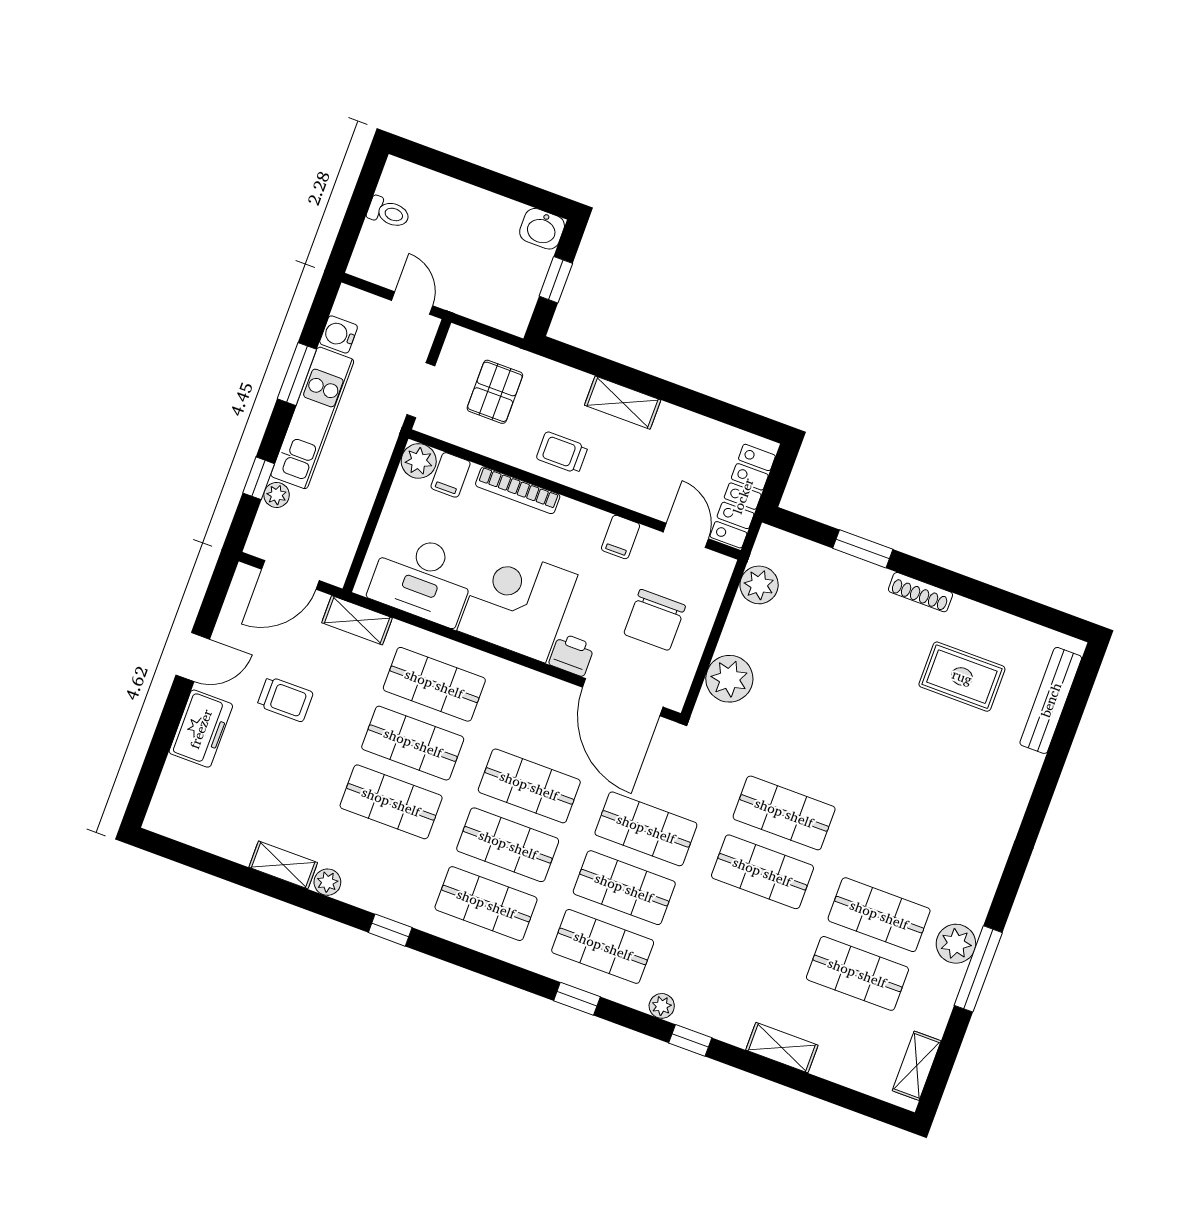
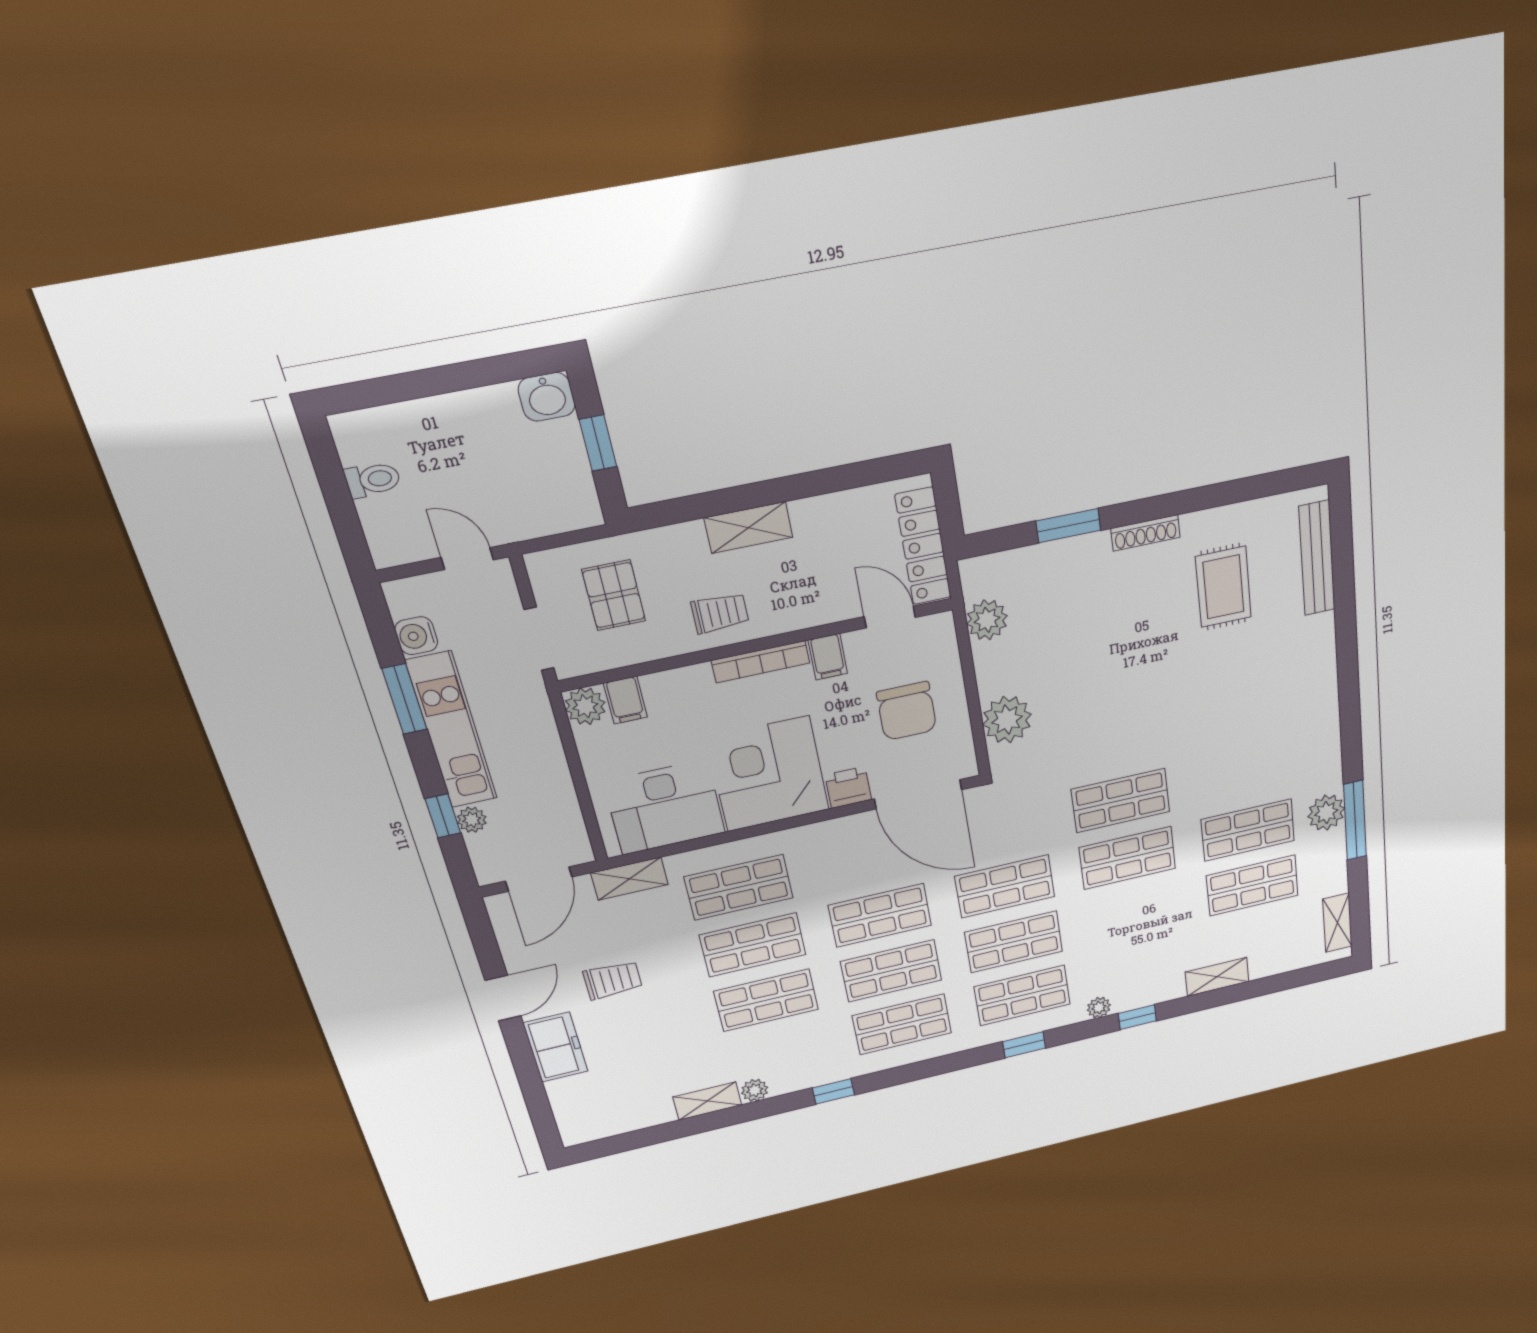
trolley: (562, 453) -> (720, 613), turned 180
bookcase: (518, 490) -> (761, 662), moved
rug: (962, 677) -> (1223, 587), turned 90

